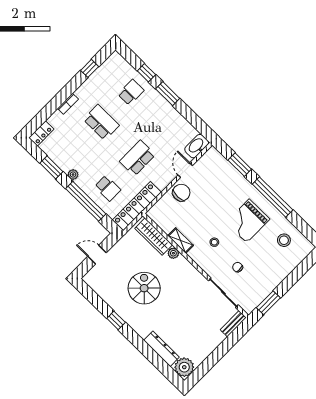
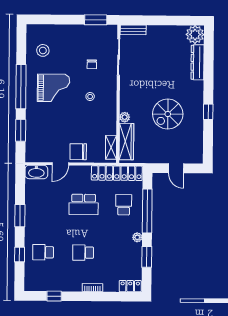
window: (168, 94) -> (20, 216), moved
school desk: (101, 122) -> (83, 253), width x0.54
shelving: (181, 241) -> (111, 147), moved

